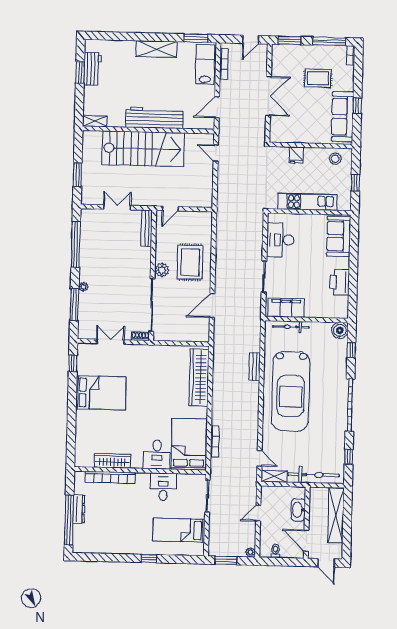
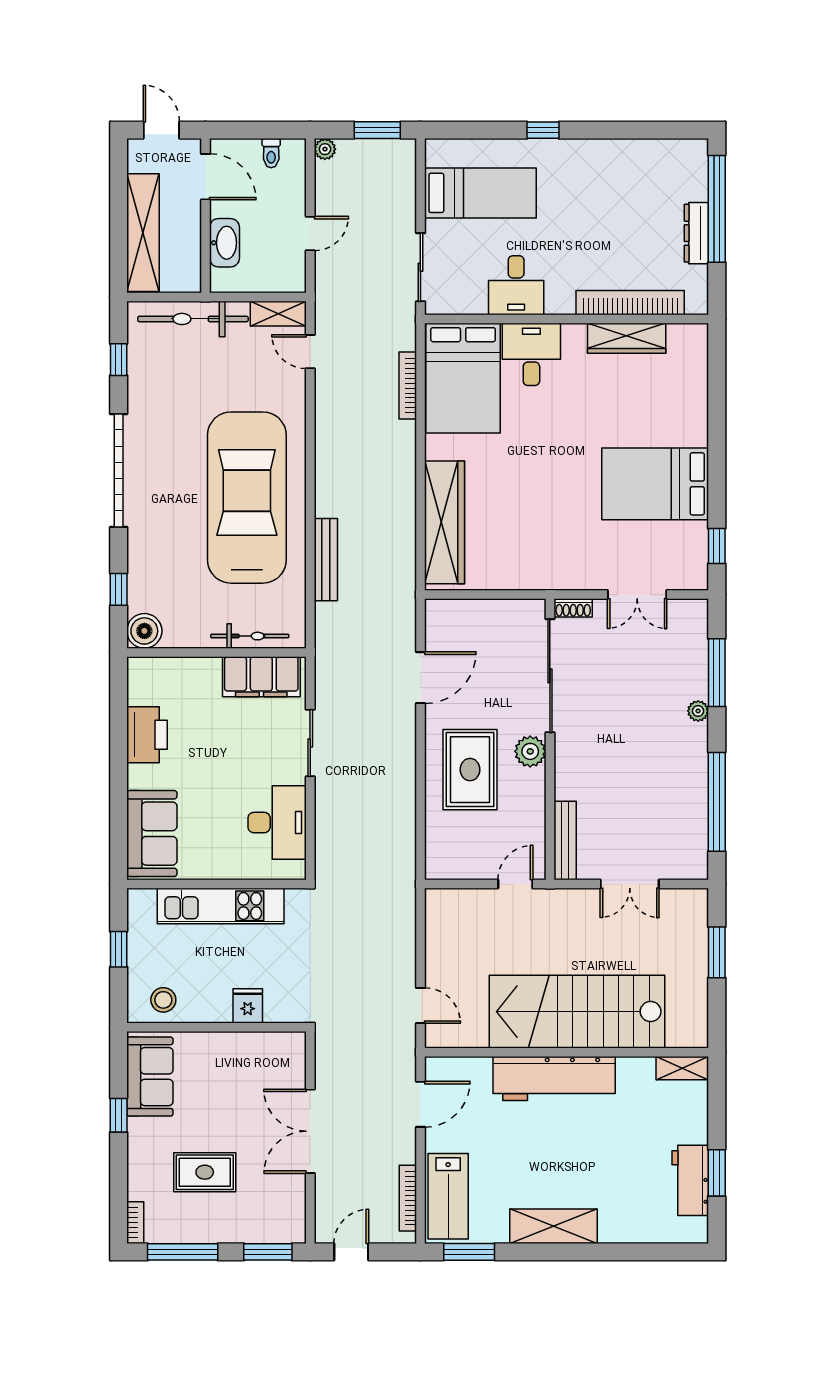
sofa: (342, 117) -> (150, 1077), width x0.73
bench: (255, 367) -> (326, 560), width x1.36

